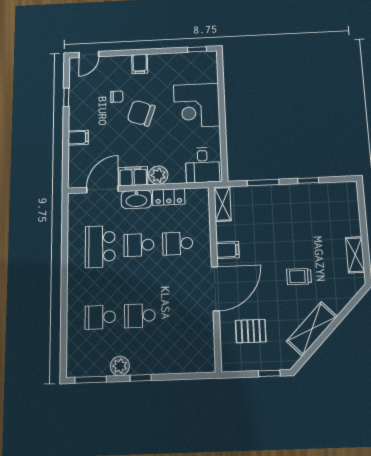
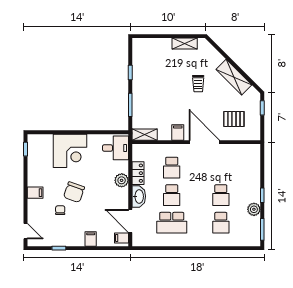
filing cabinet: (133, 176) -> (122, 238), moved, width x0.50
pallet: (251, 331) -> (234, 119), turned 90

